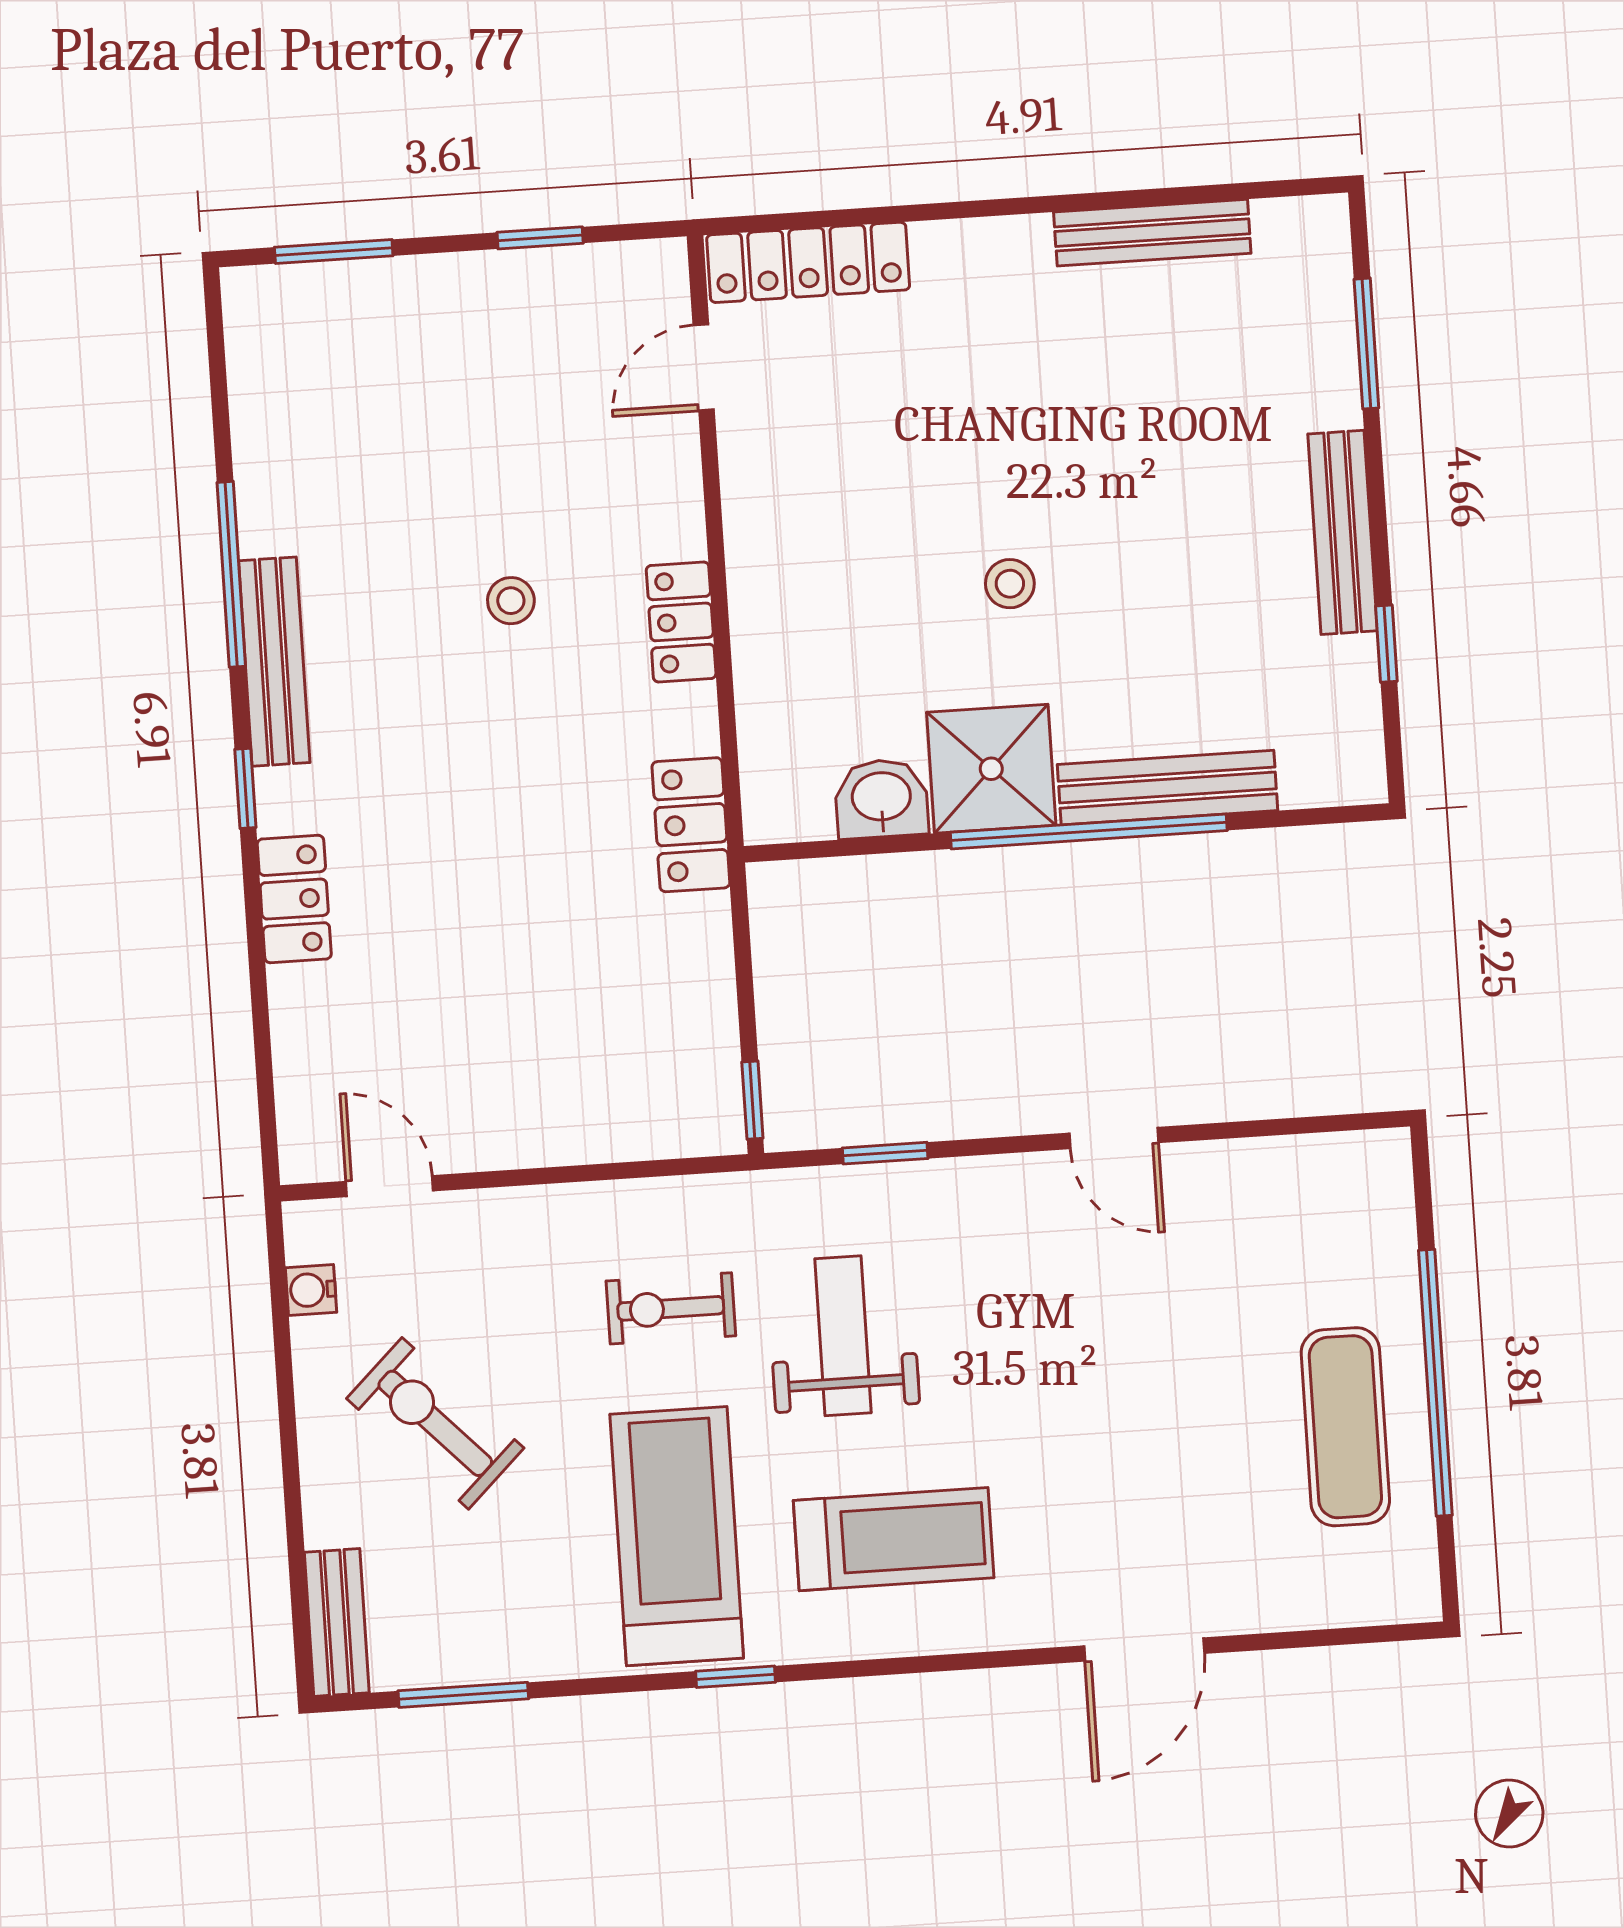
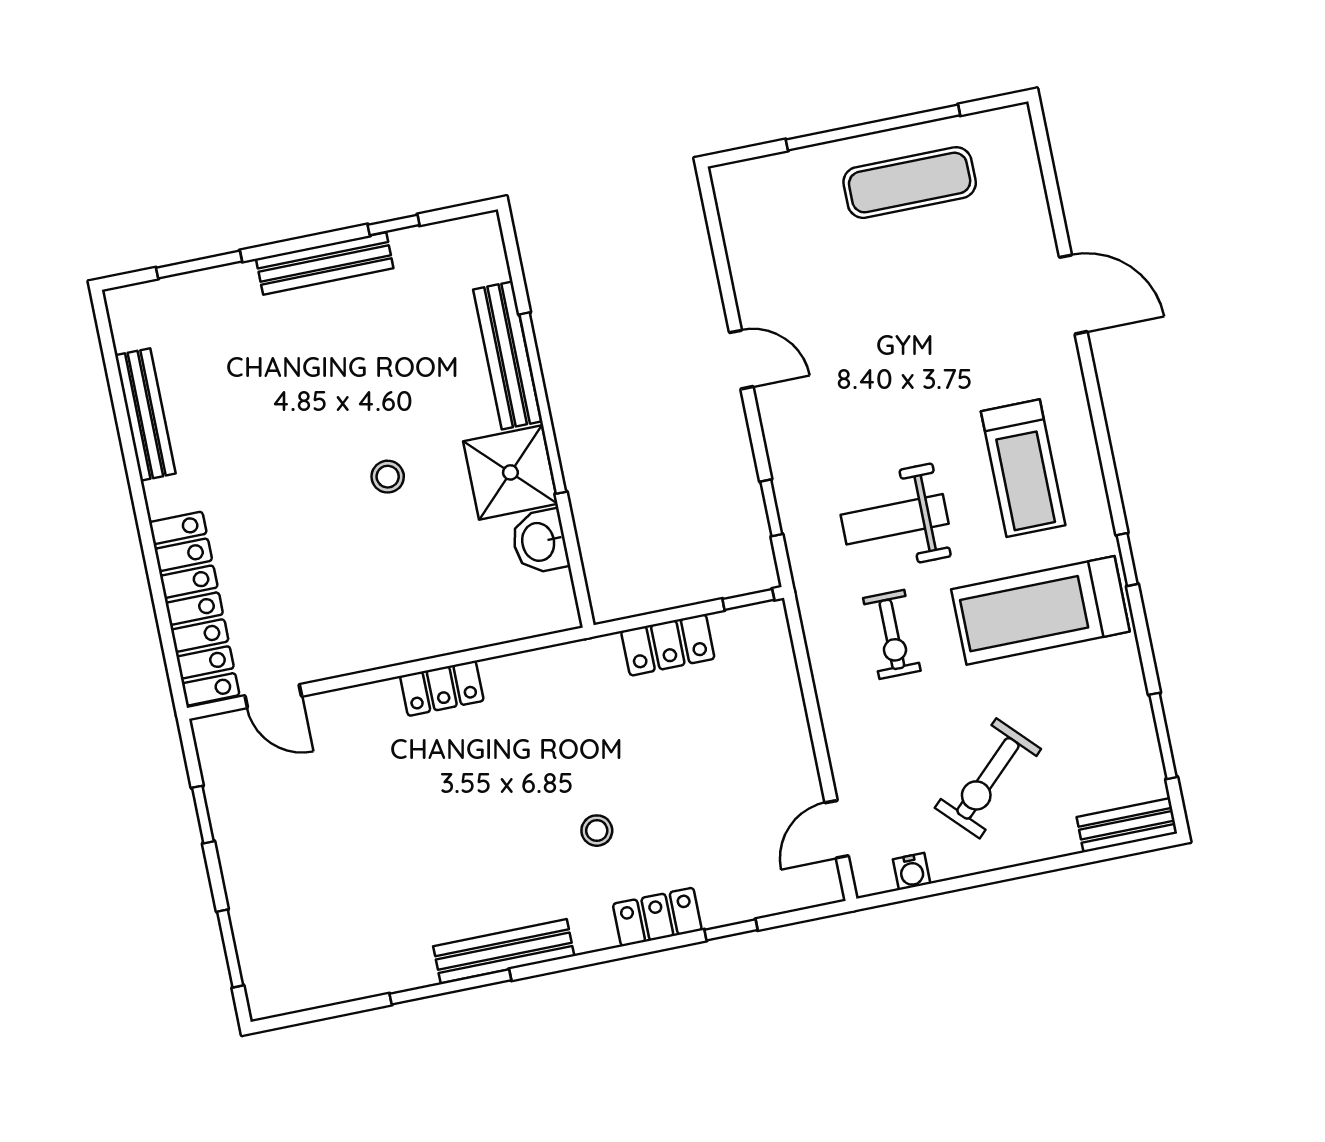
locker: (808, 262) -> (194, 609), width x1.41, depth x1.21
stool: (511, 601) -> (597, 831), moved
window: (245, 788) -> (731, 930), moved
locker: (691, 825) -> (668, 645), moved
door: (1114, 1138) -> (741, 360), hinge flipped
treadmill: (894, 1539) -> (1023, 468), turned 180

